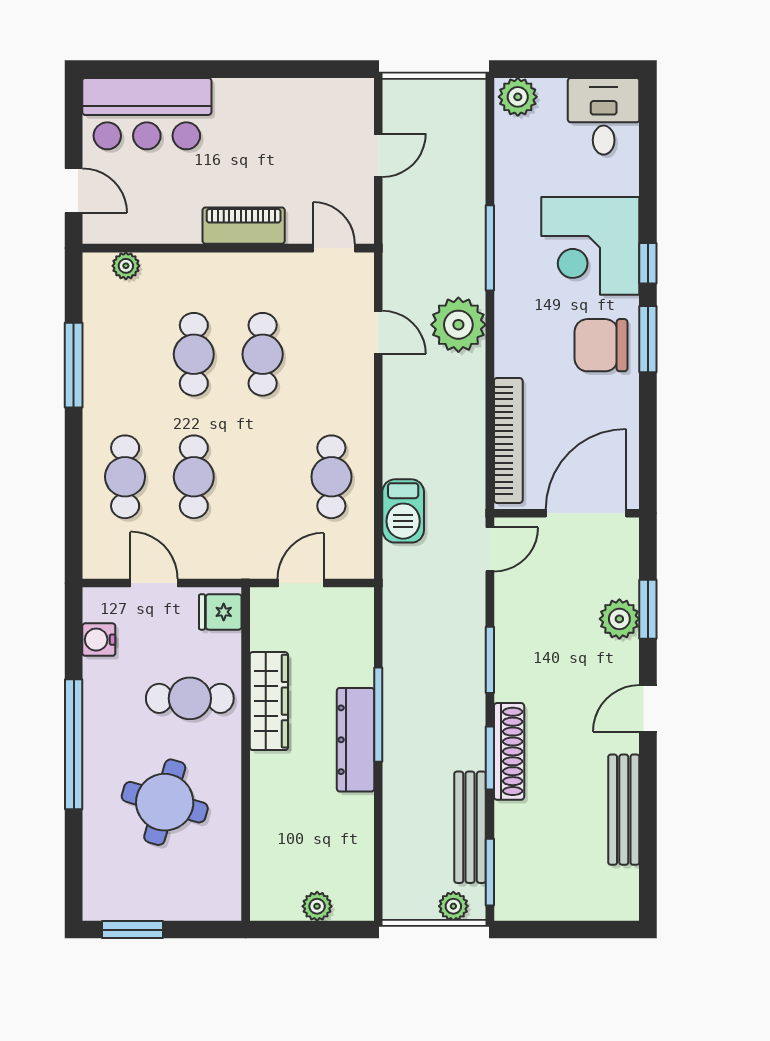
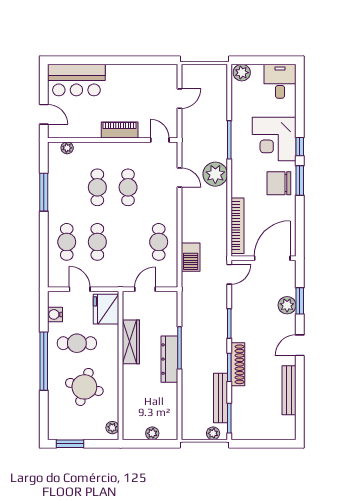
fridge: (220, 612) -> (106, 309), width x1.88, depth x1.34
cafe table: (190, 698) -> (77, 343), moved
plant: (227, 893) -> (112, 428), added

